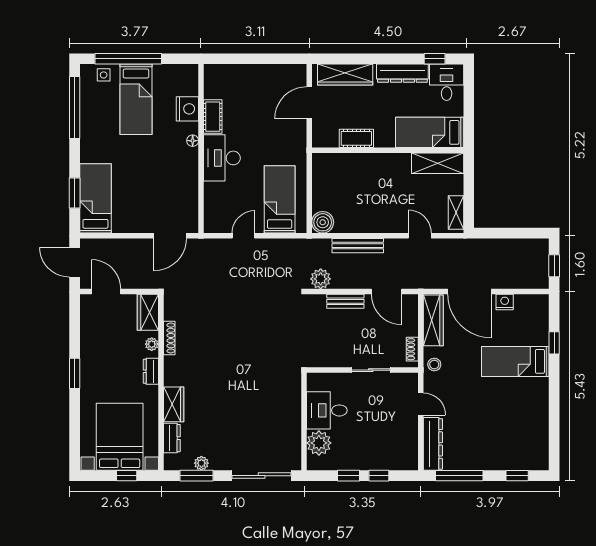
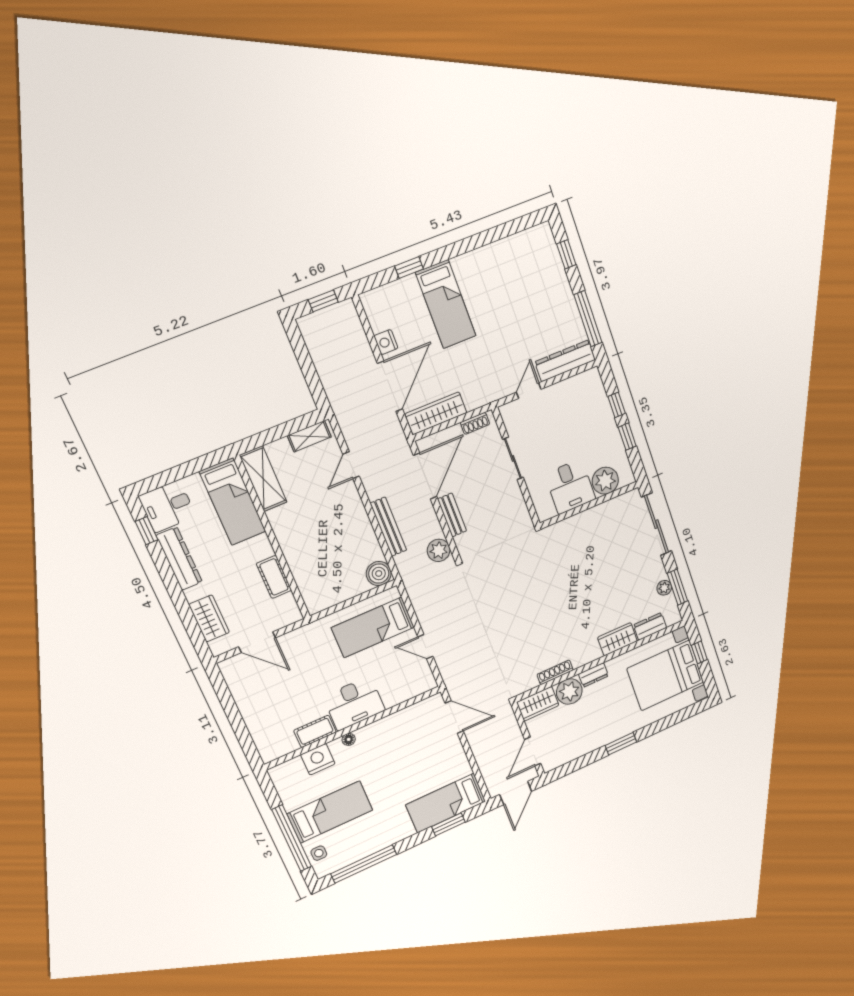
wardrobe: (345, 75) -> (209, 618), width x0.67
door: (387, 292) -> (425, 476), width x1.36
plant: (152, 344) -> (569, 691), width x1.87, depth x1.87
stool: (434, 365) -> (482, 393), removed

